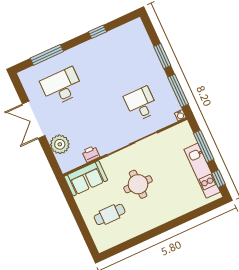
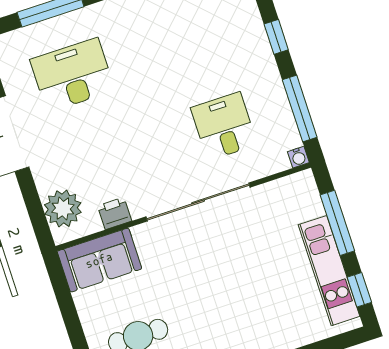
window: (162, 56) -> (276, 37), width x0.67
plant: (60, 144) -> (63, 209), moved
round table: (138, 184) -> (201, 283), removed

